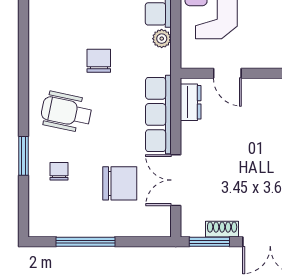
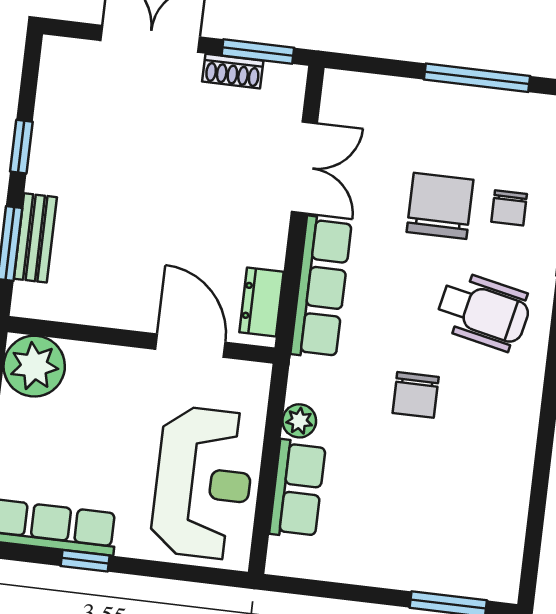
door: (227, 73) -> (190, 346), width x1.38
chair: (120, 183) -> (440, 206), moved, turned 90

